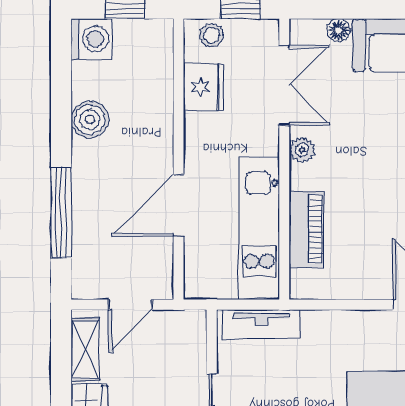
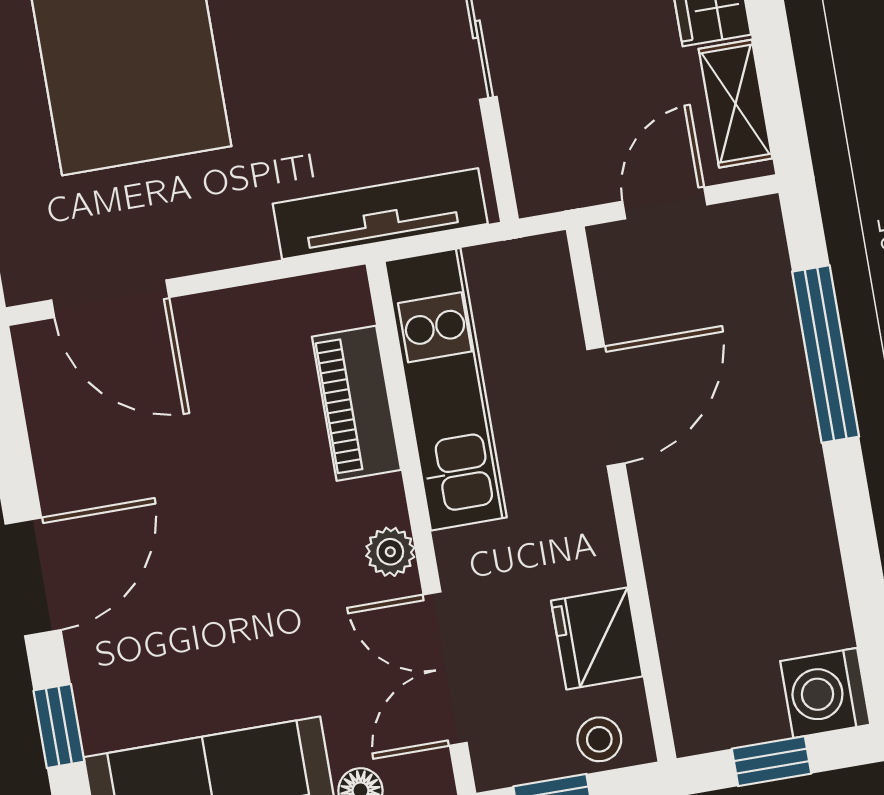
boiler: (90, 120) -> (802, 540), removed
tv unit: (262, 324) -> (380, 214), width x1.41

